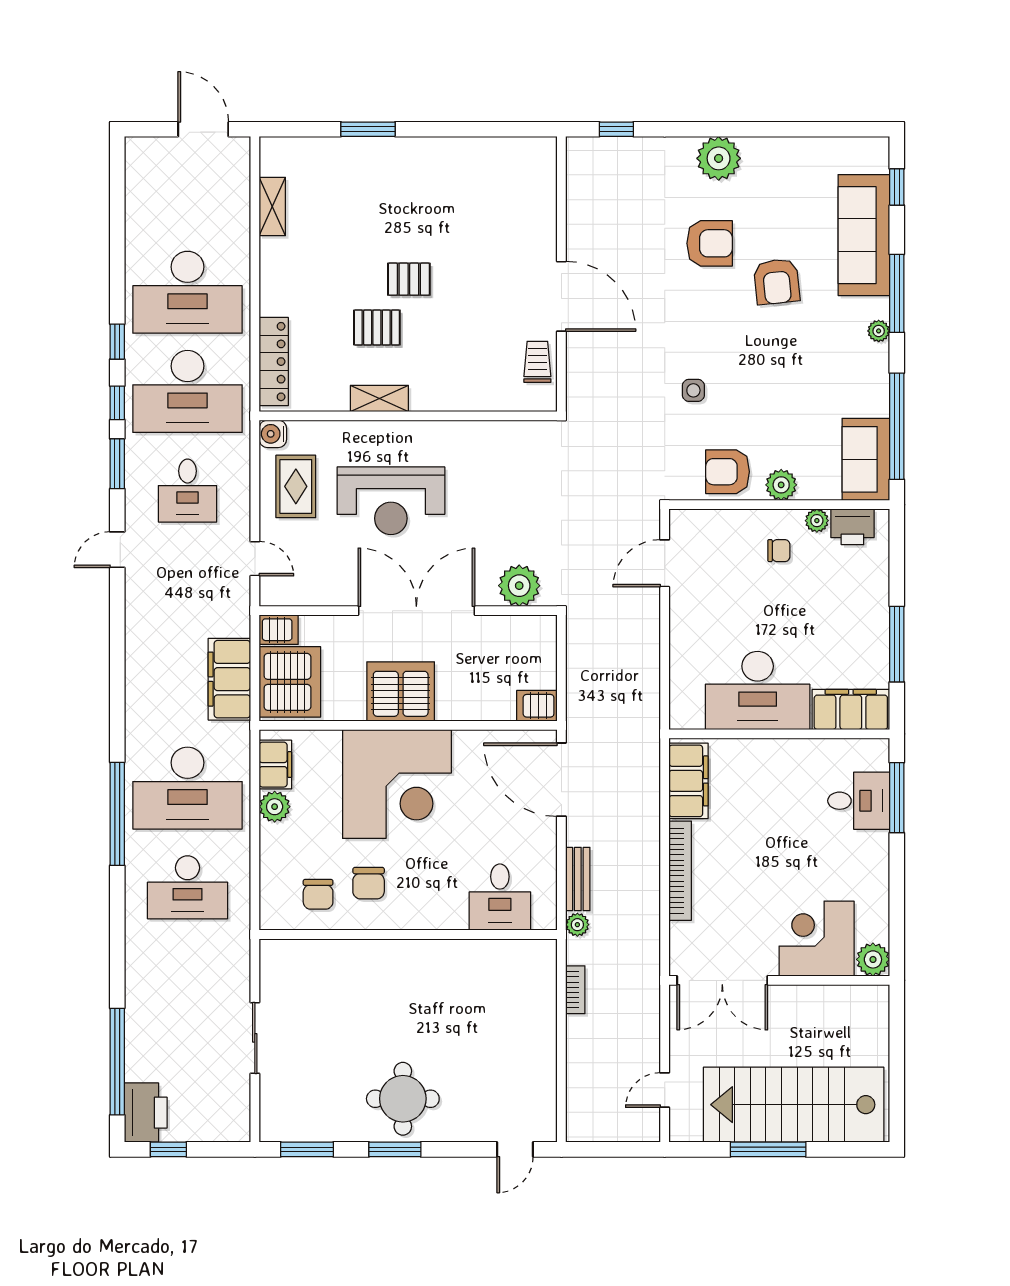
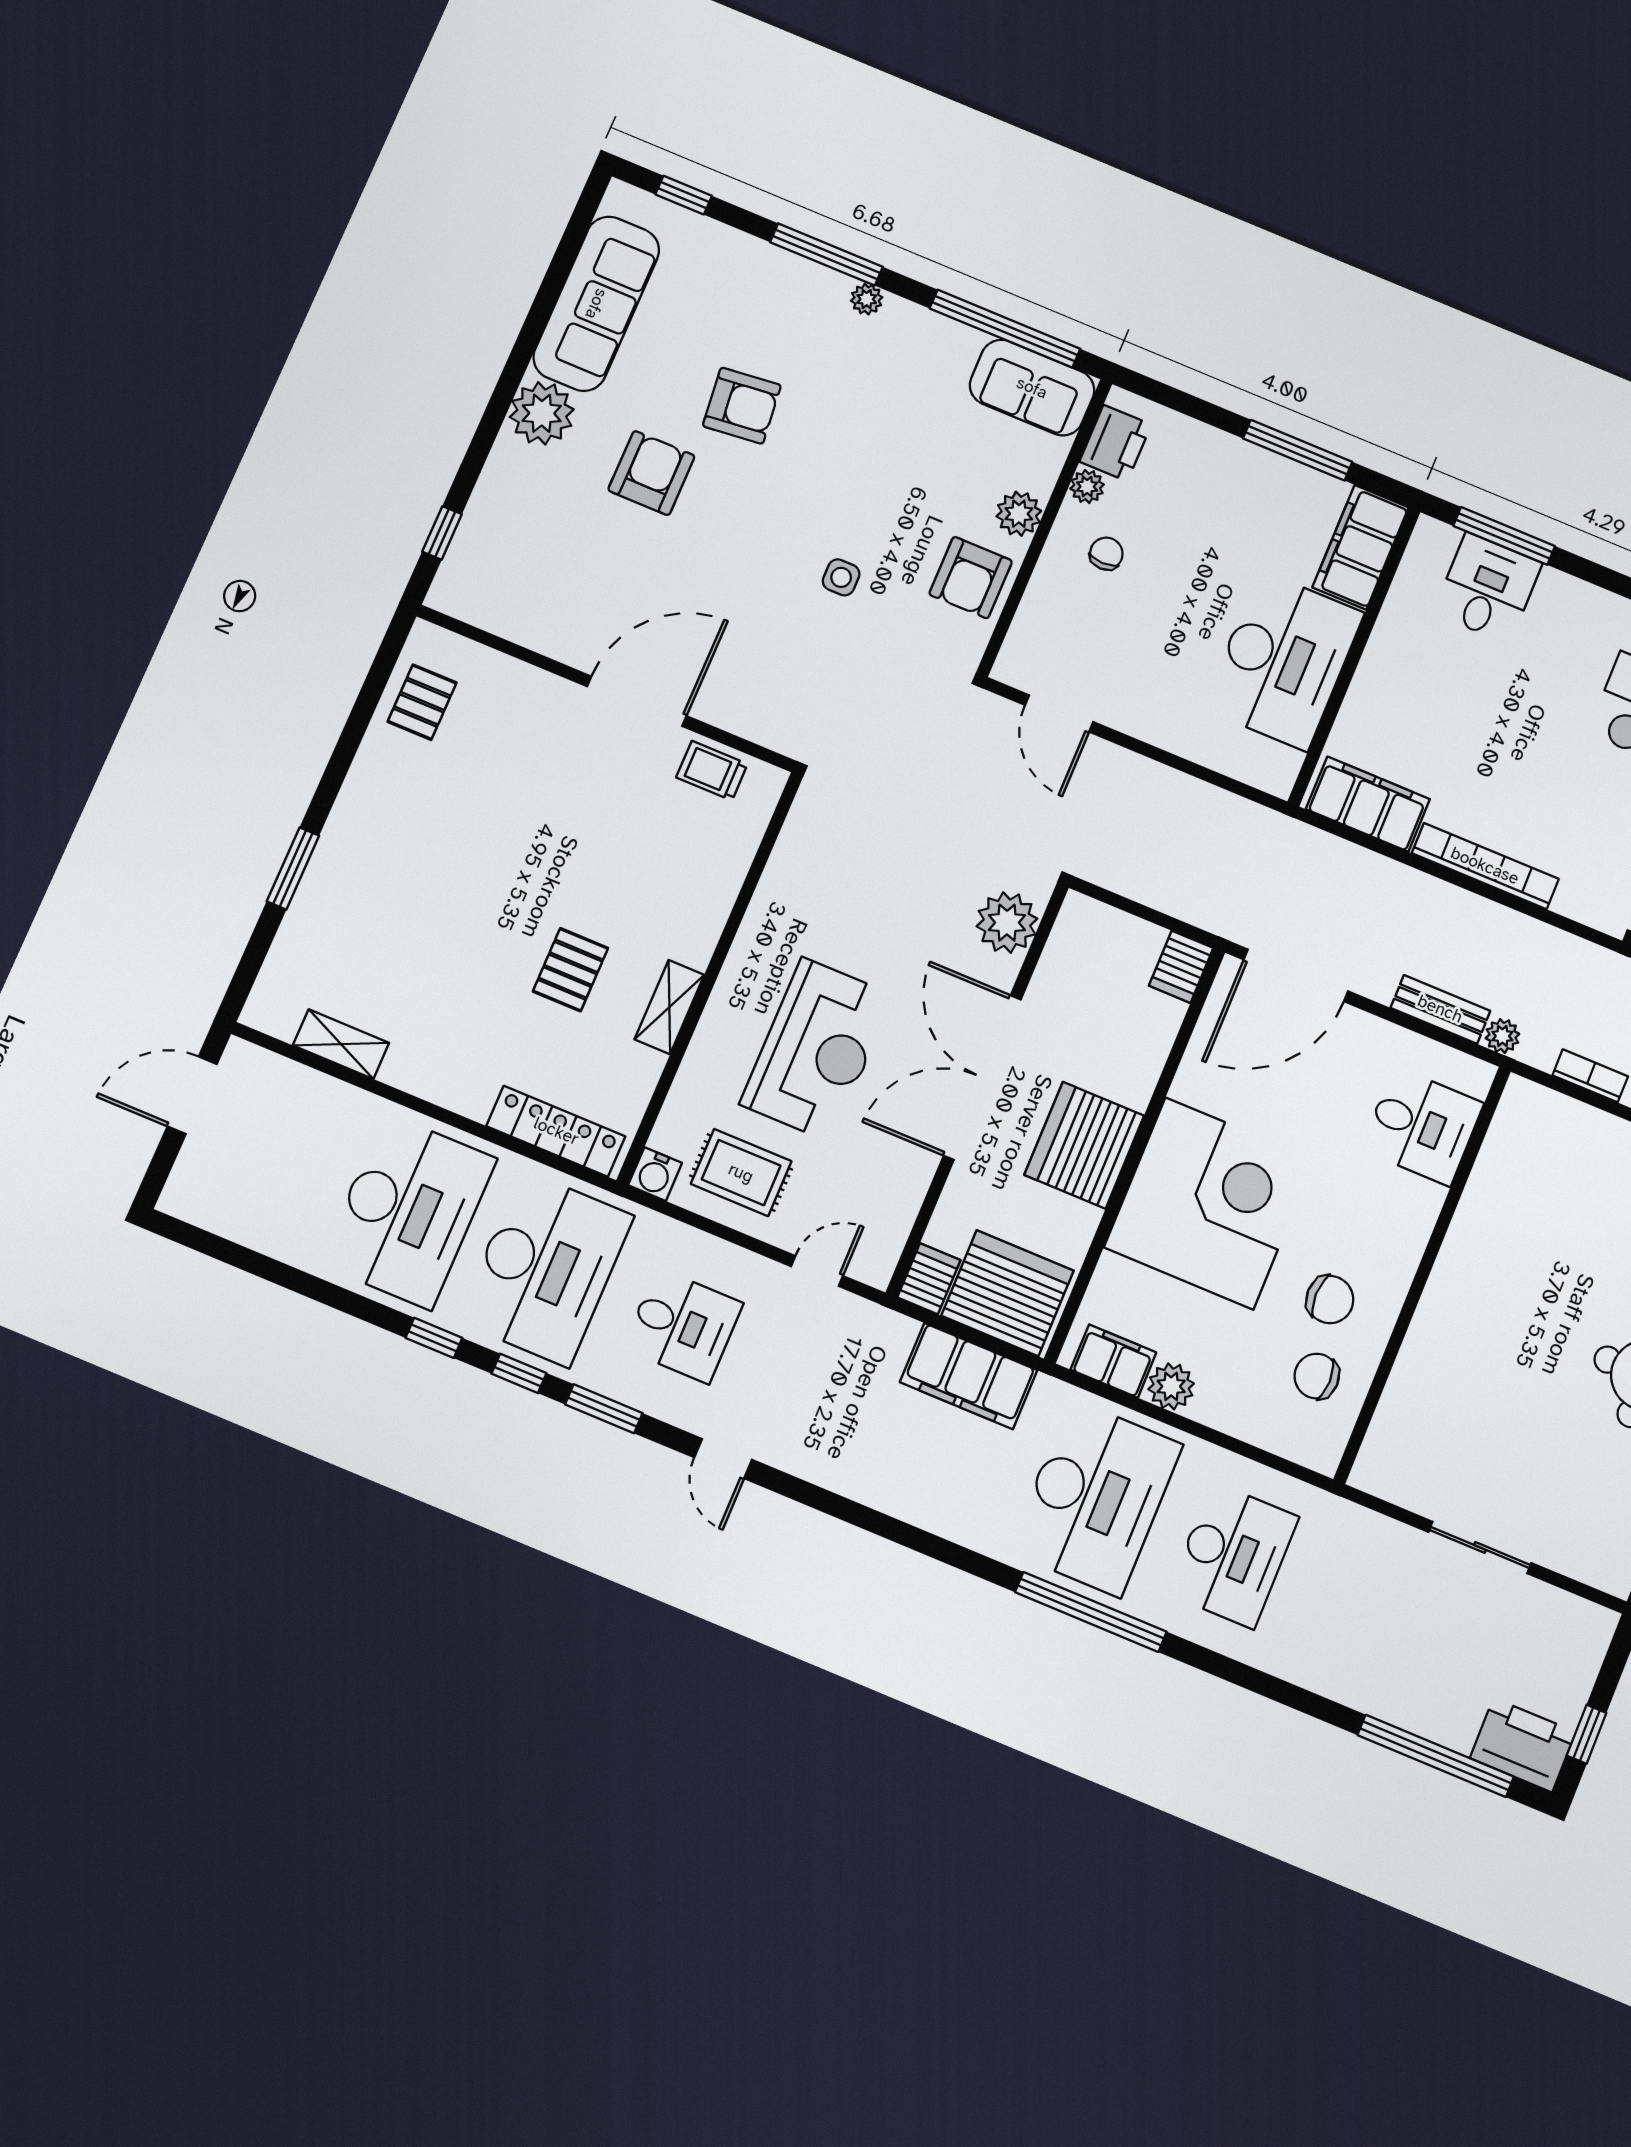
sofa: (864, 235) -> (596, 304), moved, turned -90
pallet: (409, 279) -> (422, 702), moved
chair: (318, 894) -> (1317, 1376), turned 180

